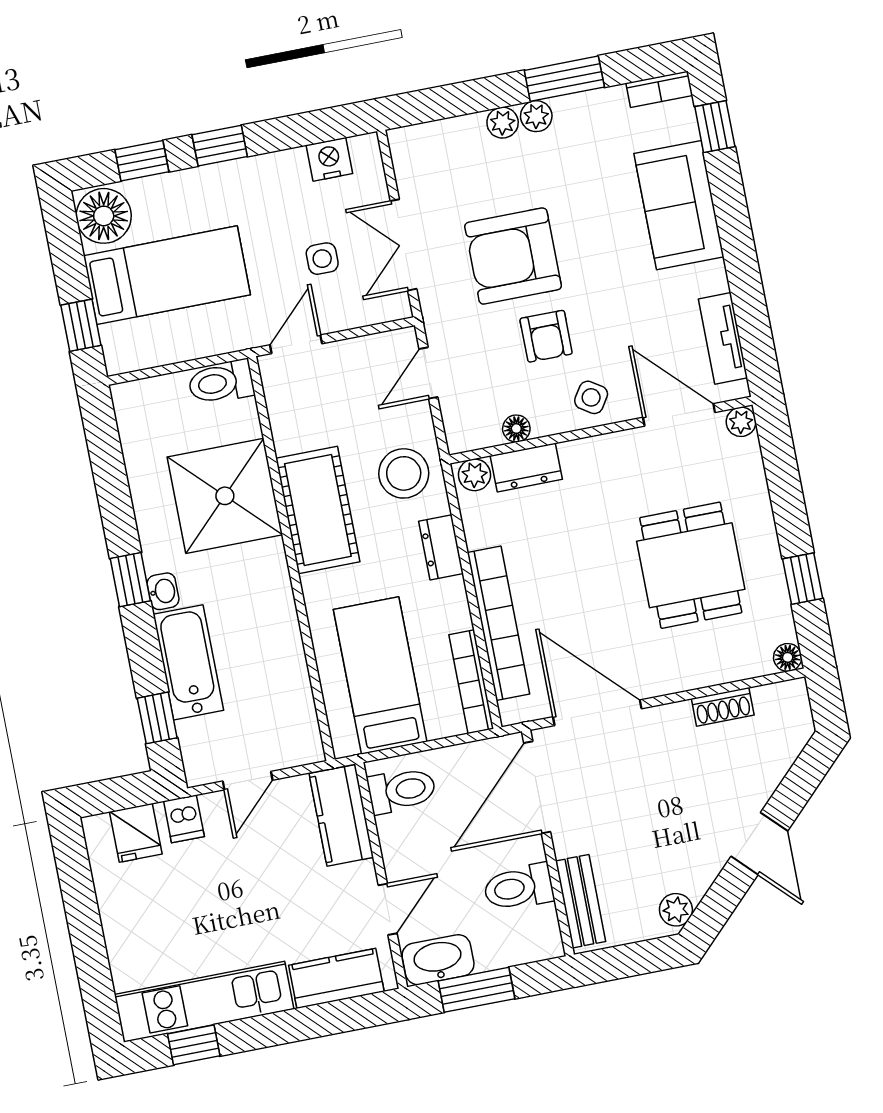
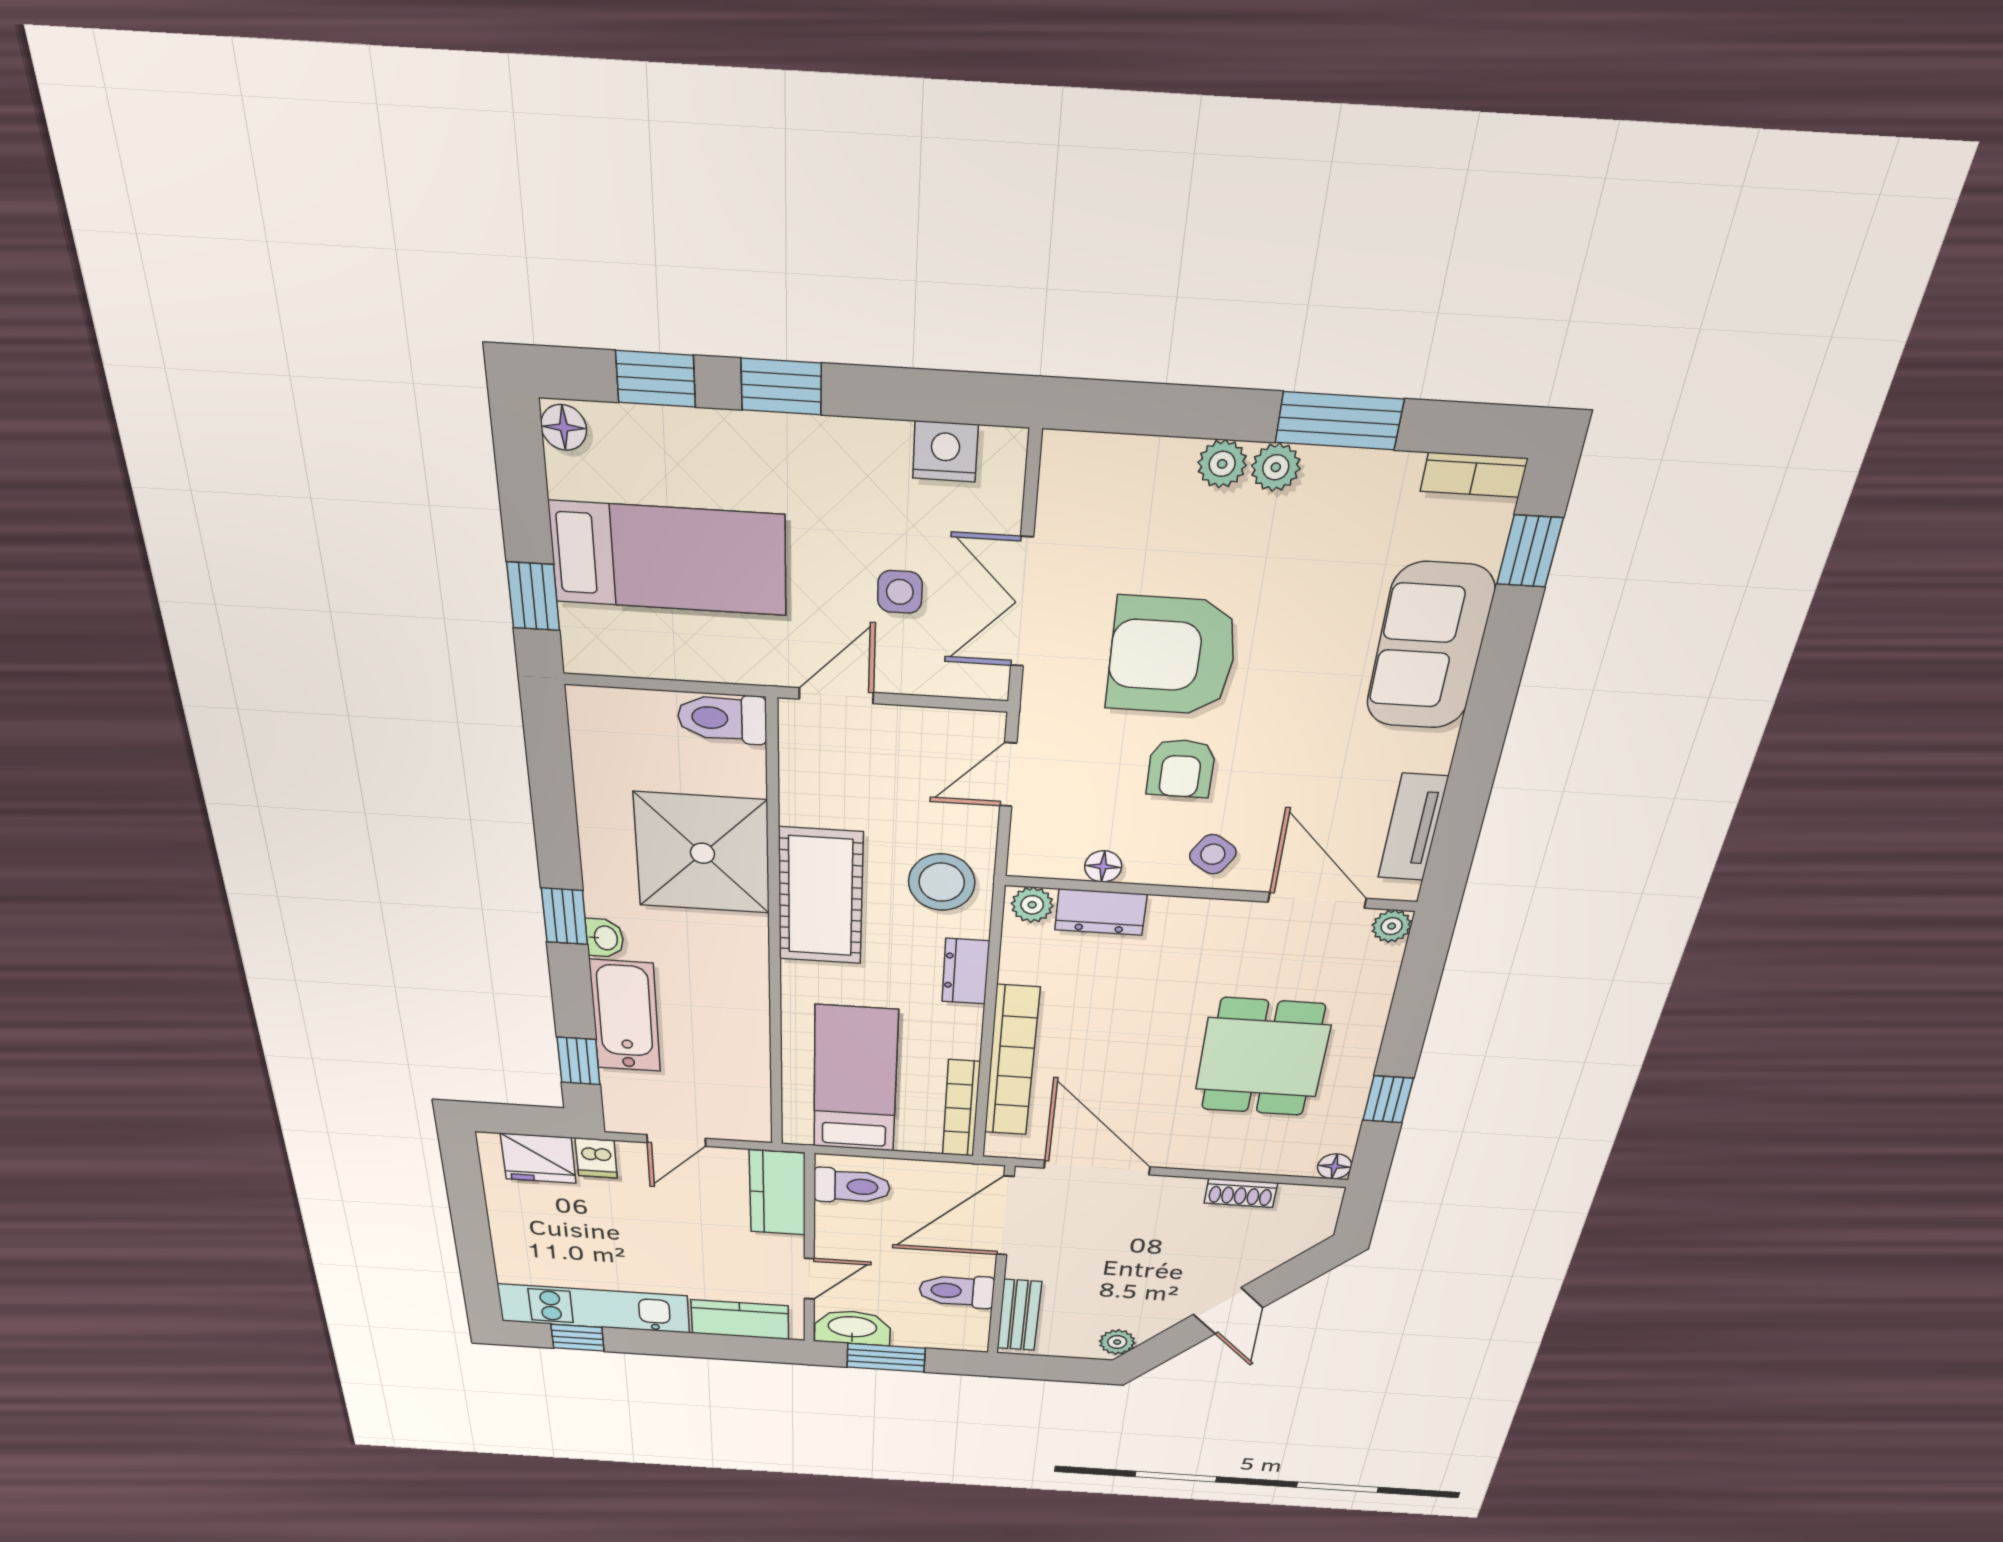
floor lamp: (104, 216) -> (564, 427), width x0.53, depth x0.53
fridge: (136, 833) -> (538, 1158), width x1.38

